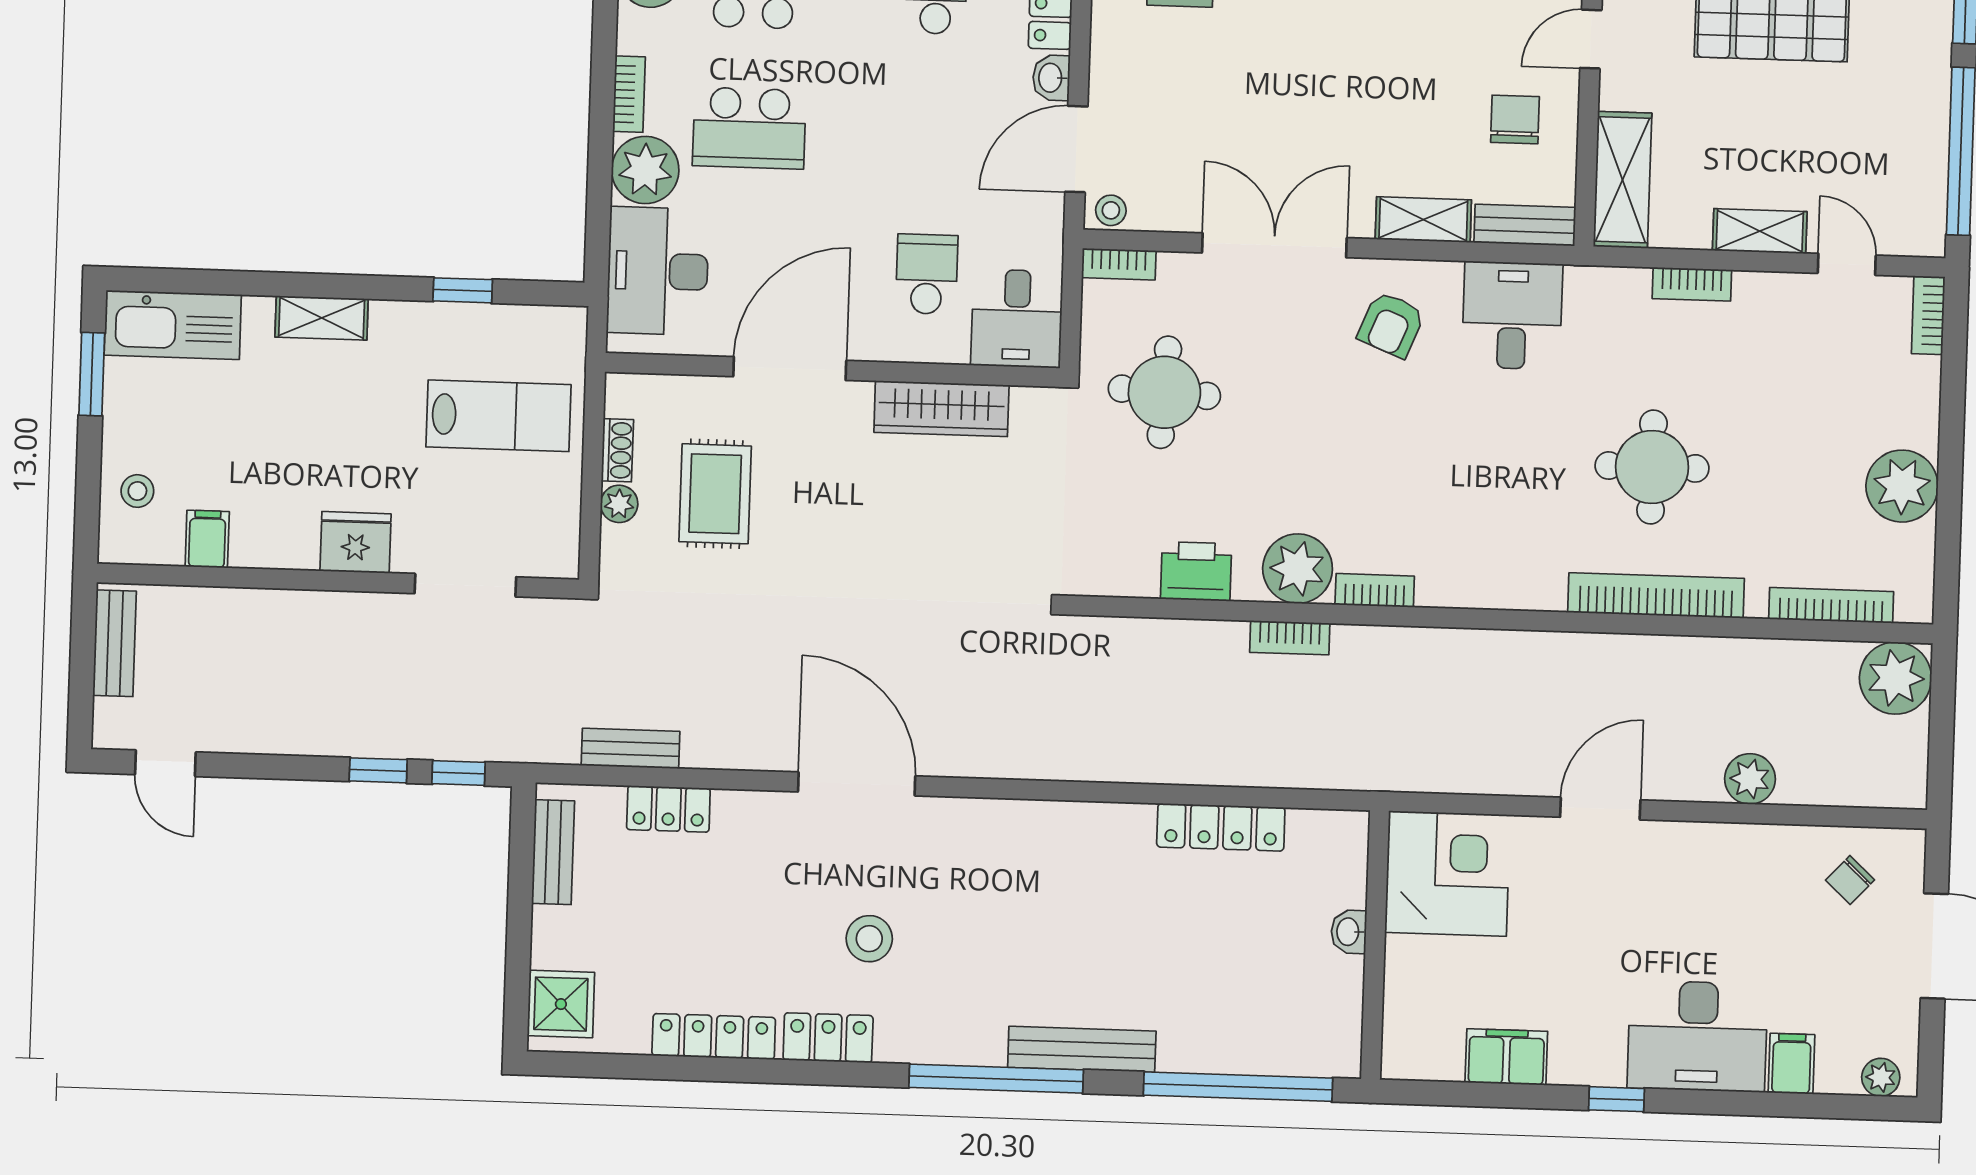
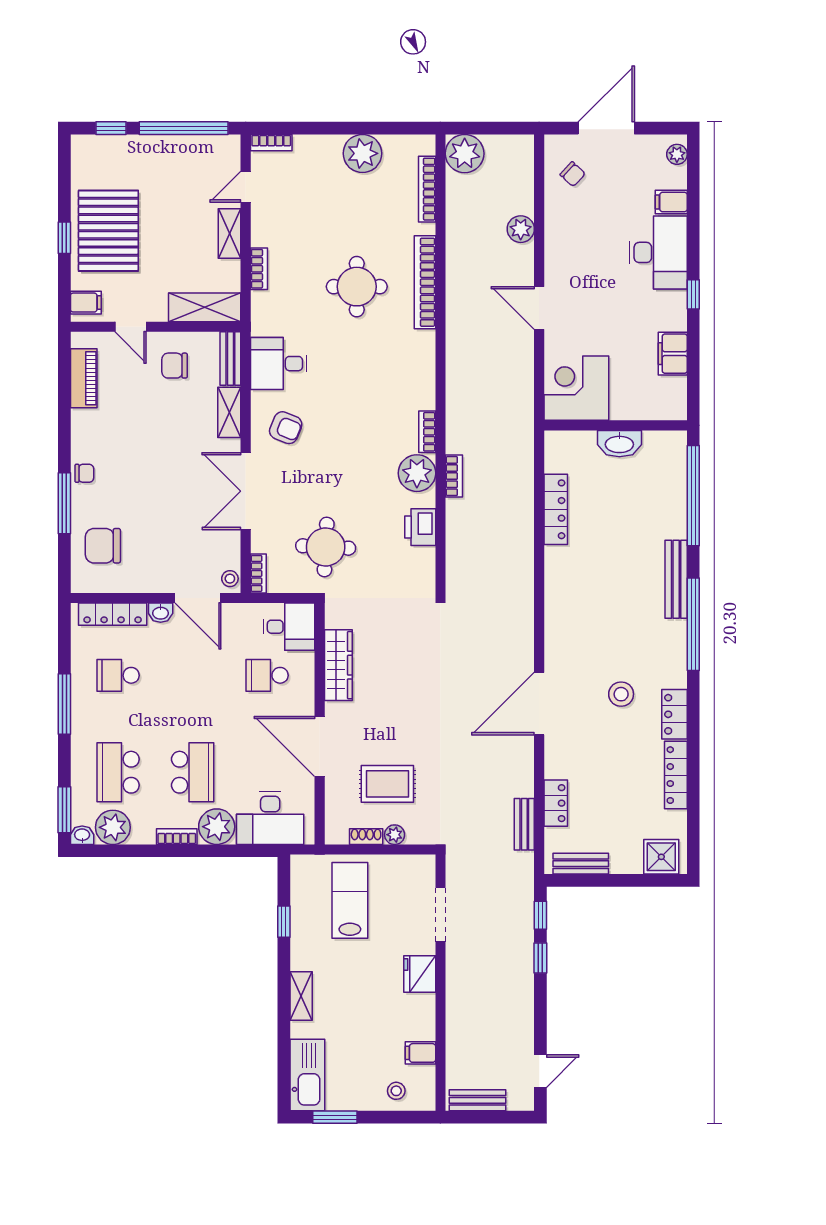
washbasin: (1349, 932) -> (619, 444), width x1.91, depth x1.45

